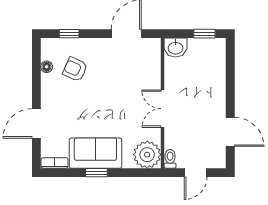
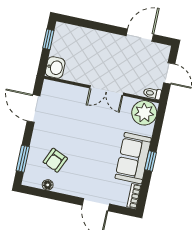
window: (69, 34) -> (23, 159), width x1.50

